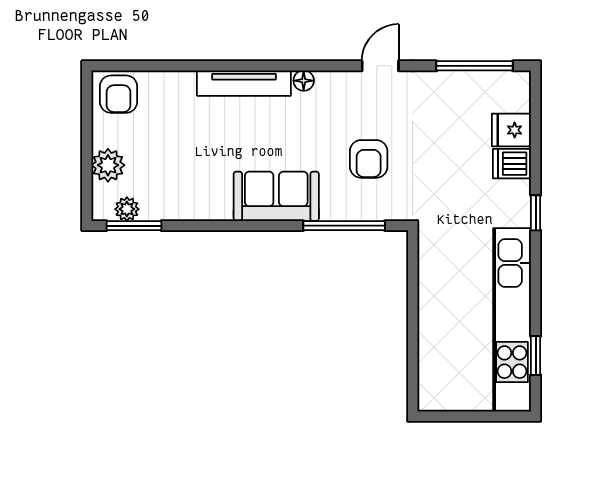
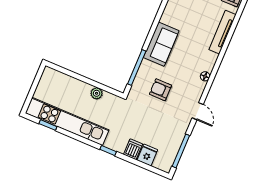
tv unit: (244, 83) -> (222, 32), moved
plant: (430, 285) -> (97, 93), added

